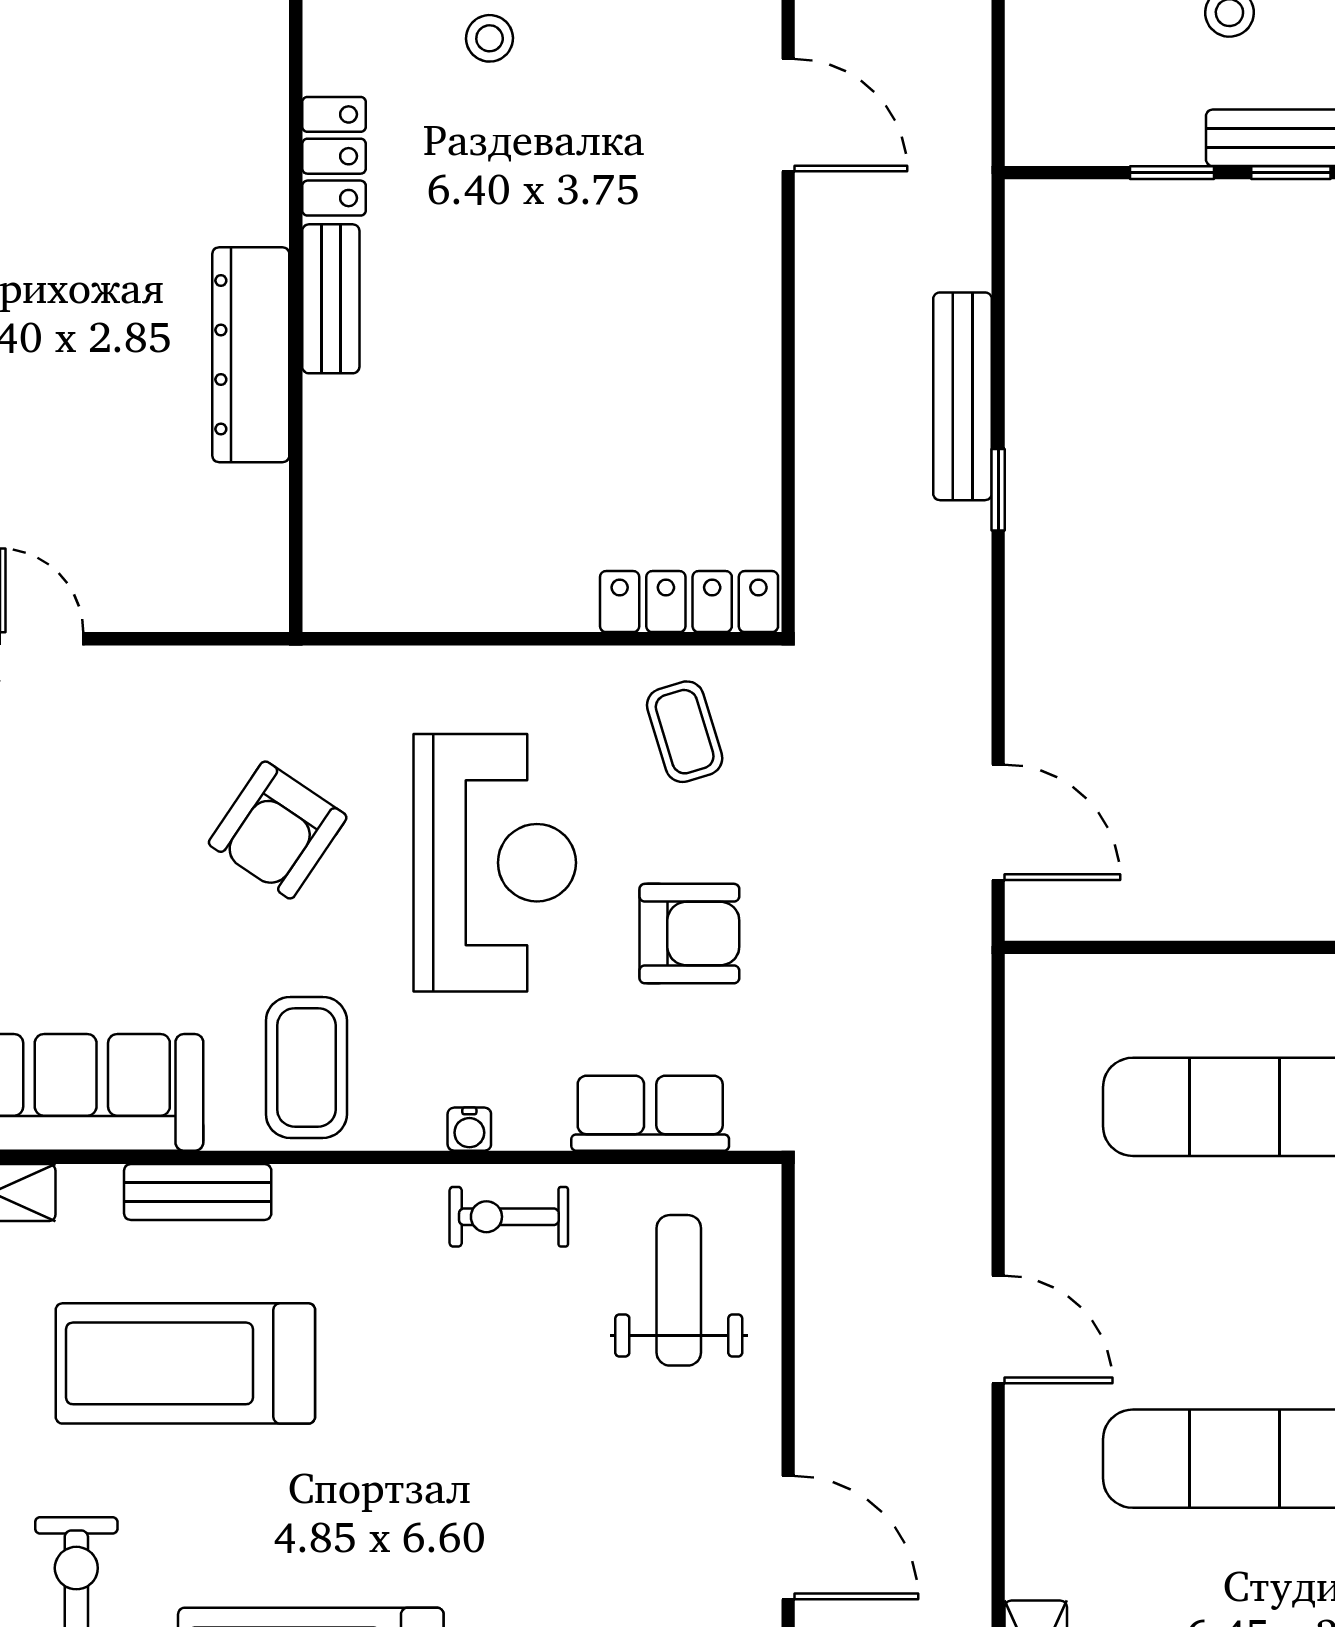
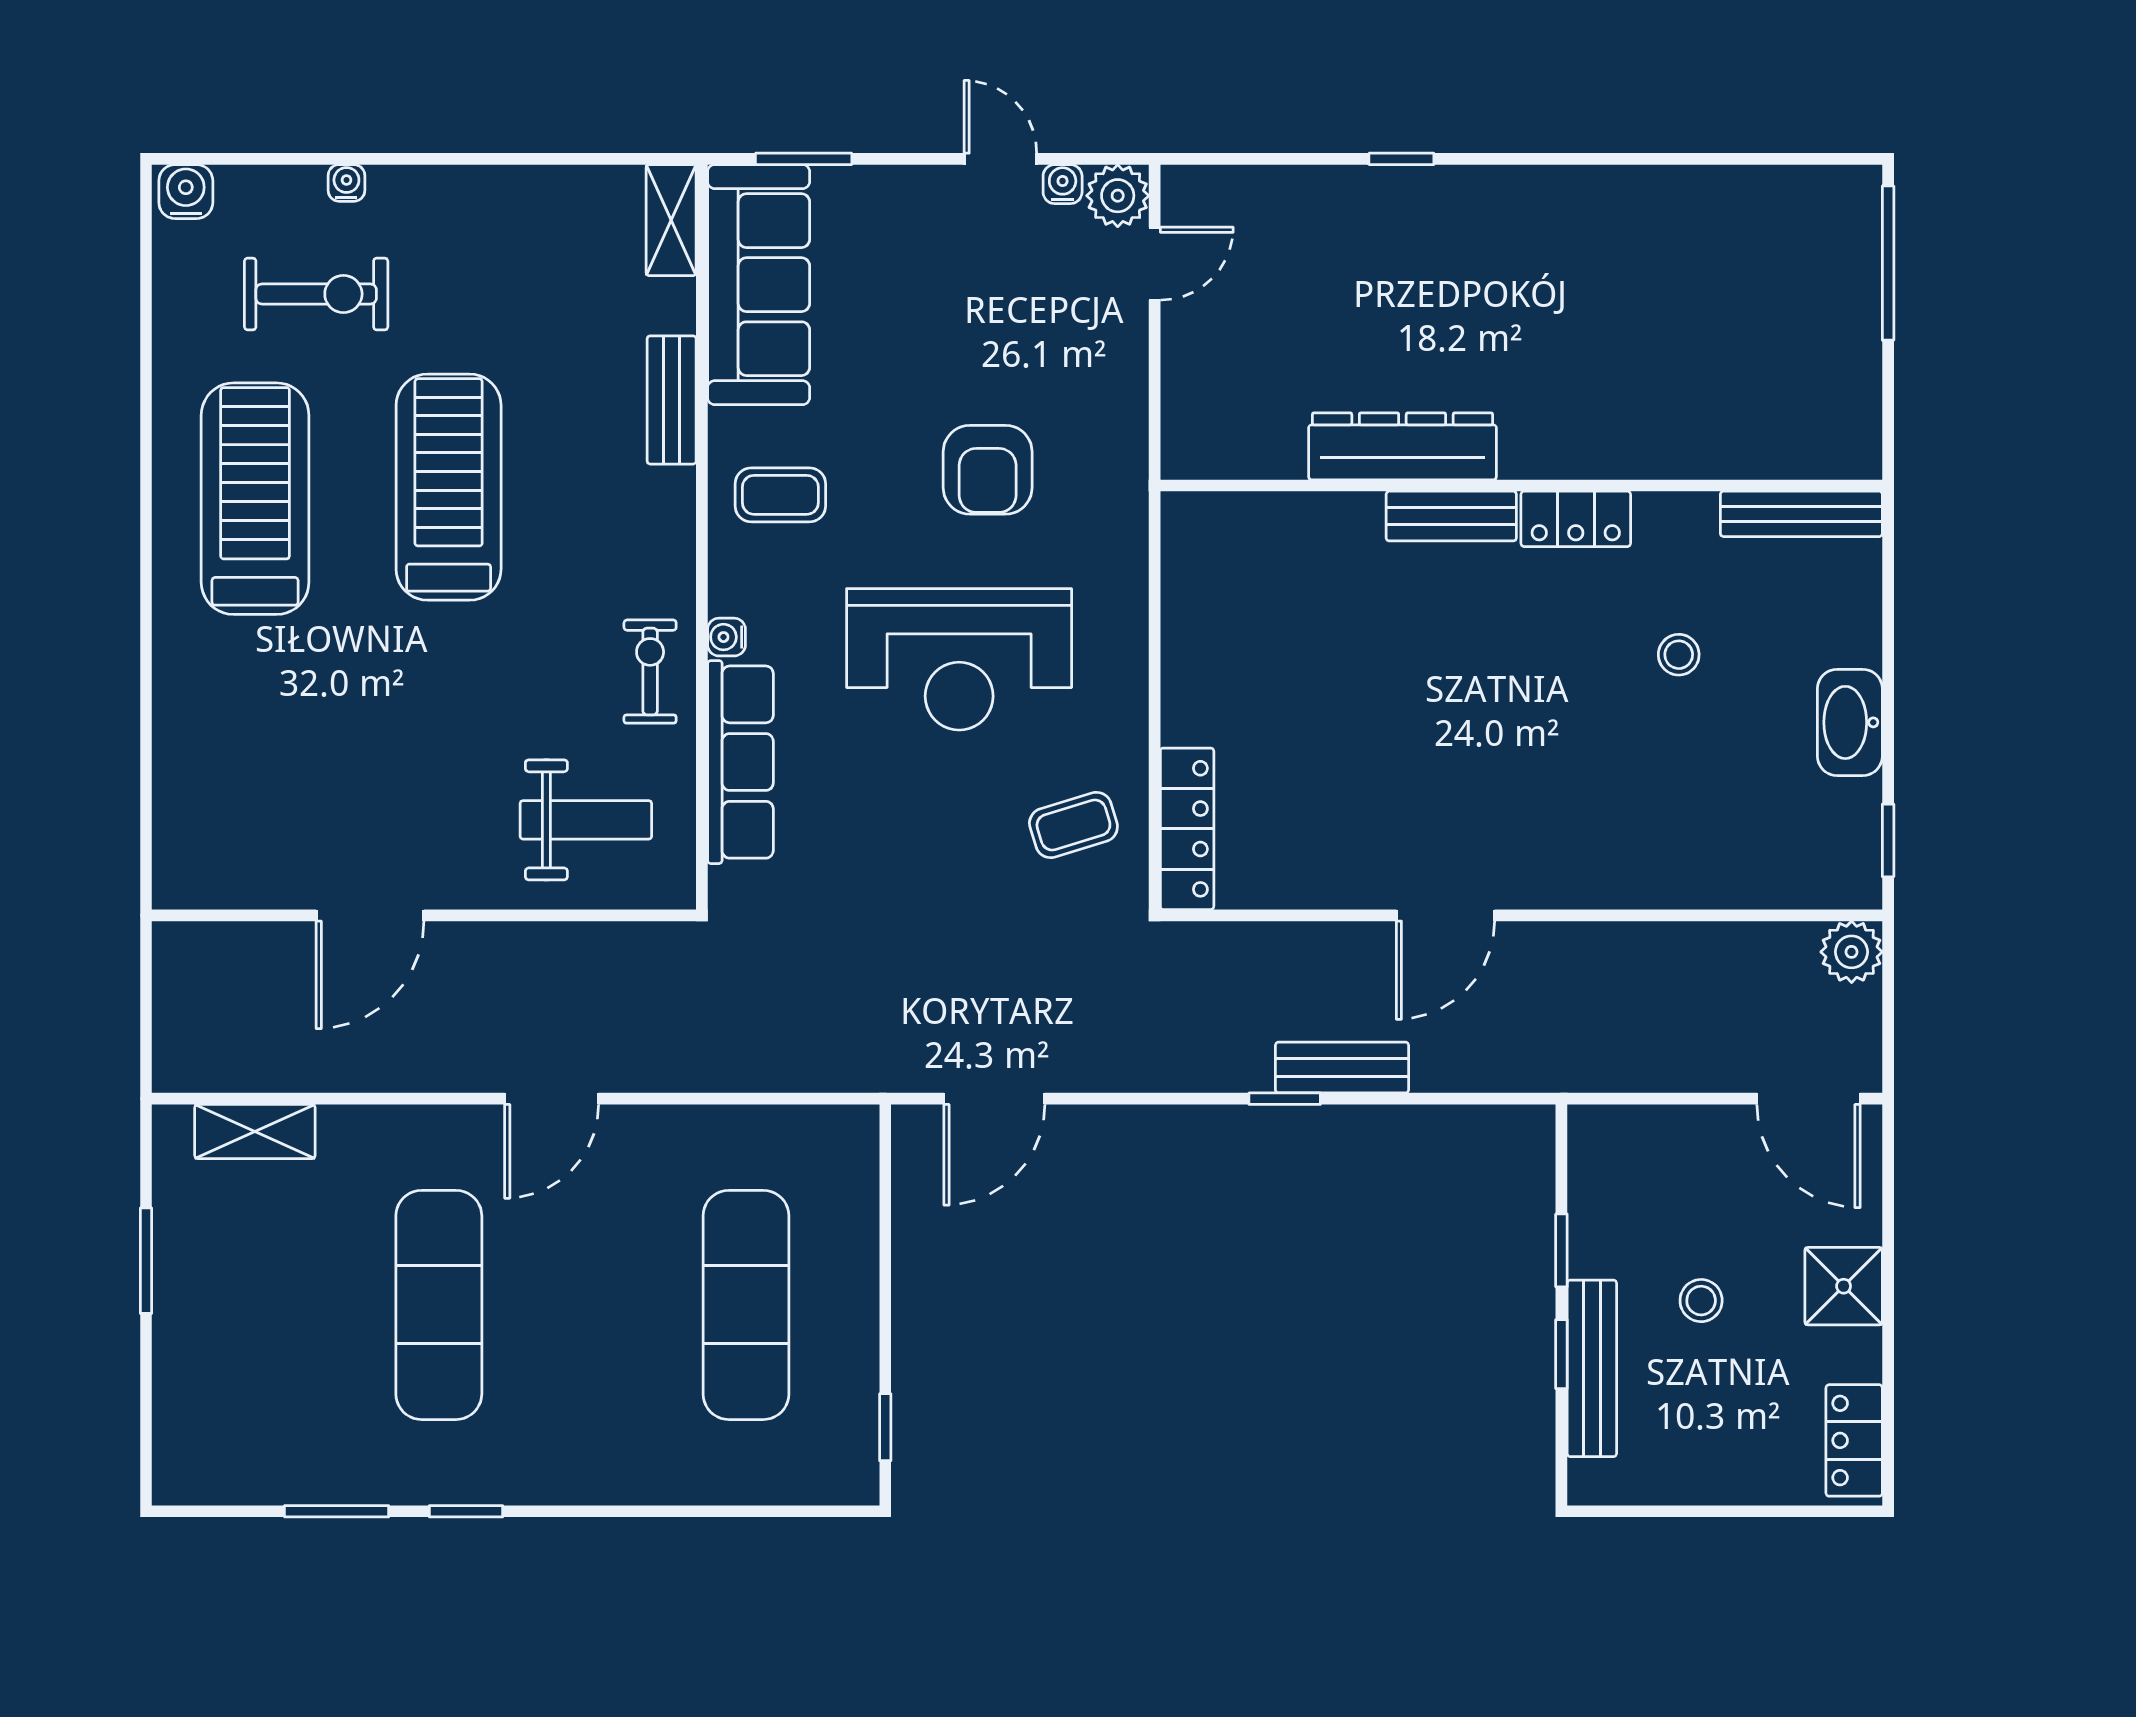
door: (788, 115) -> (1445, 915), moved
bench: (962, 396) -> (1342, 1068), width x0.73
armchair: (278, 830) -> (988, 470), turned -124
armchair: (689, 934) -> (897, 829), removed
coffee table: (306, 1067) -> (780, 495), width x0.73, depth x0.77
row of seats: (650, 1113) -> (740, 762), width x1.48
treadmill: (185, 1363) -> (449, 487), moved

